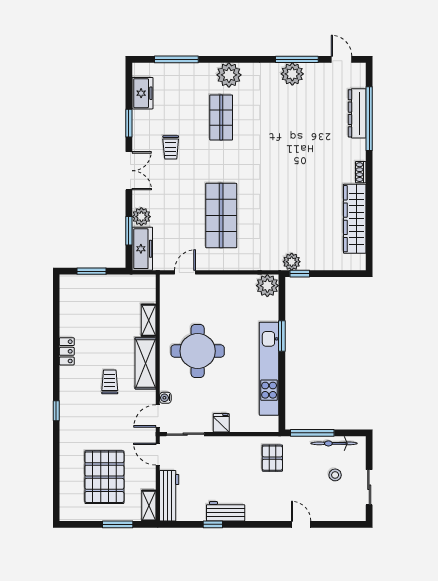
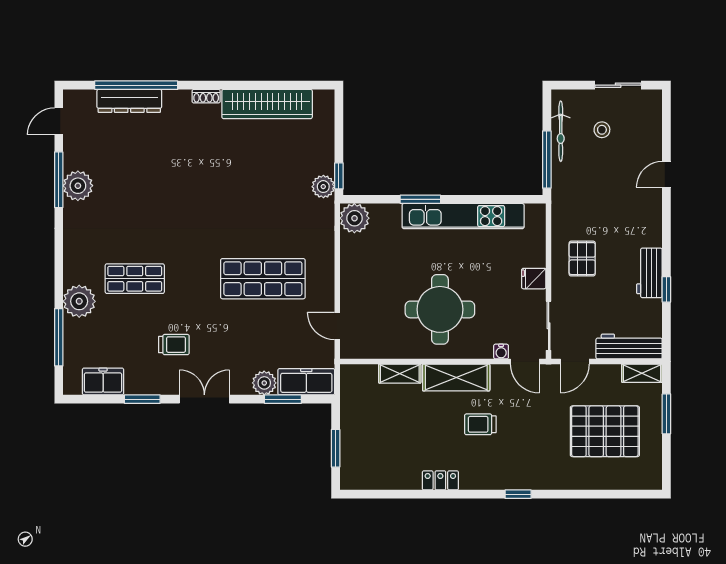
plant: (229, 75) -> (79, 301), moved
pallet: (272, 458) -> (582, 259), moved, turned 90

